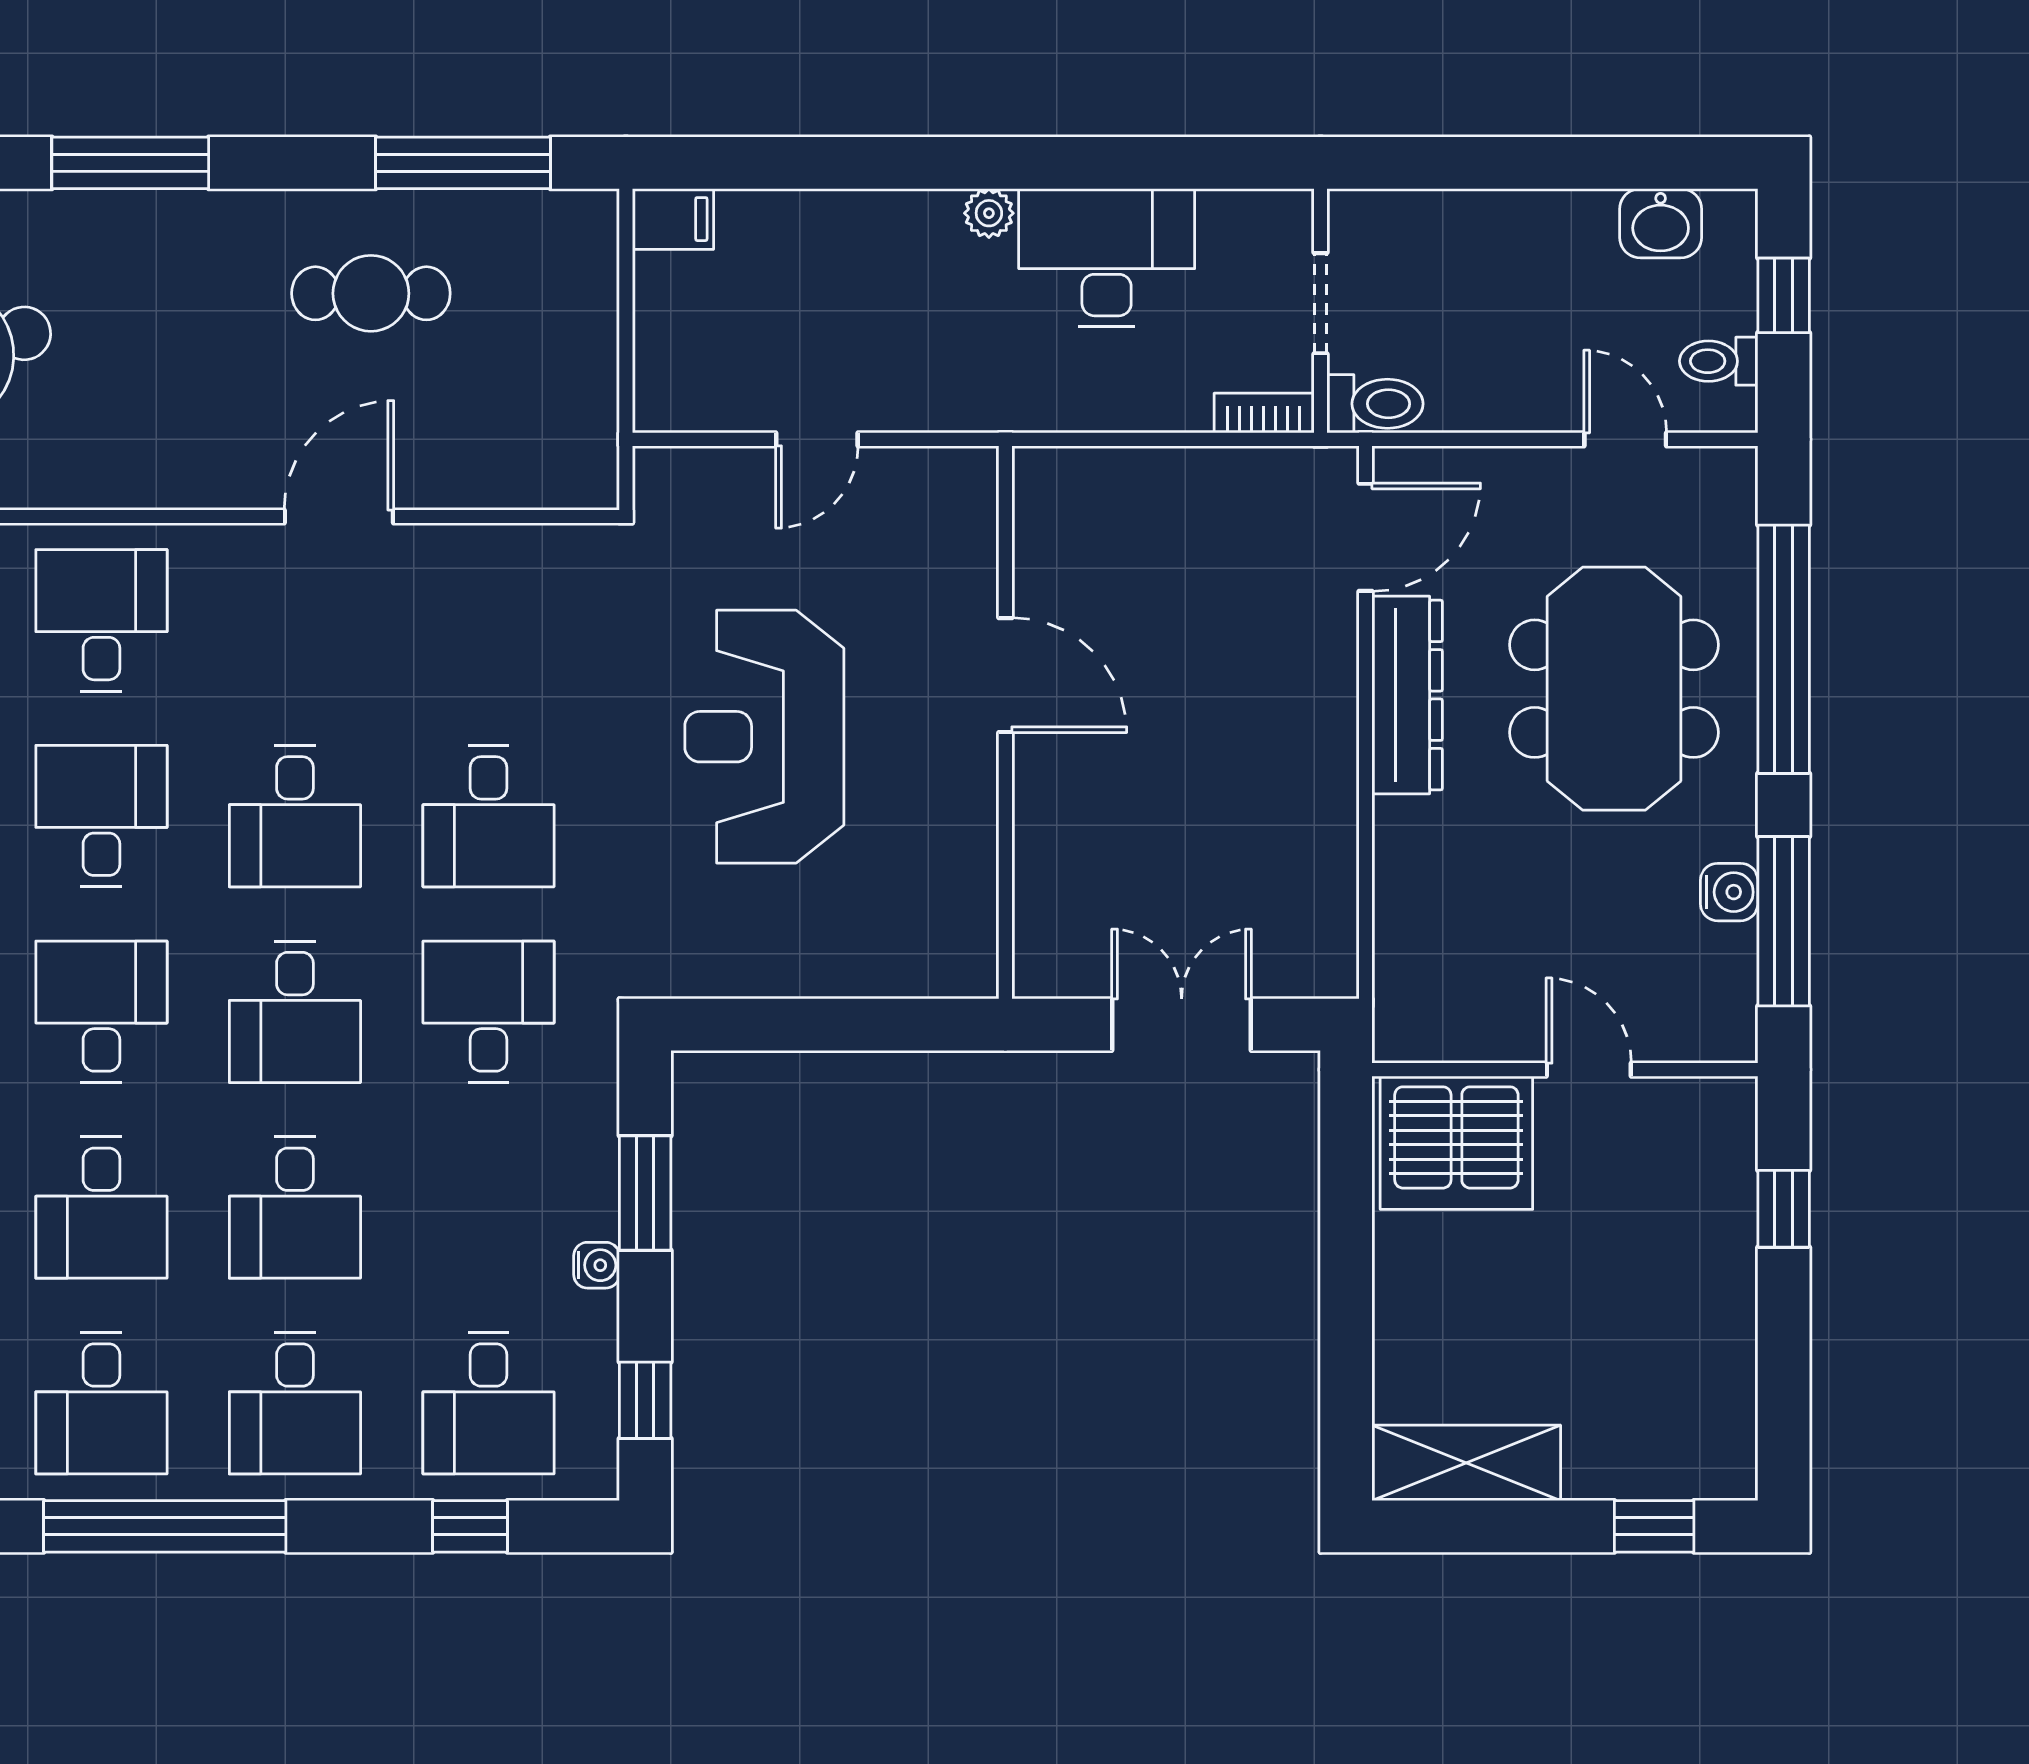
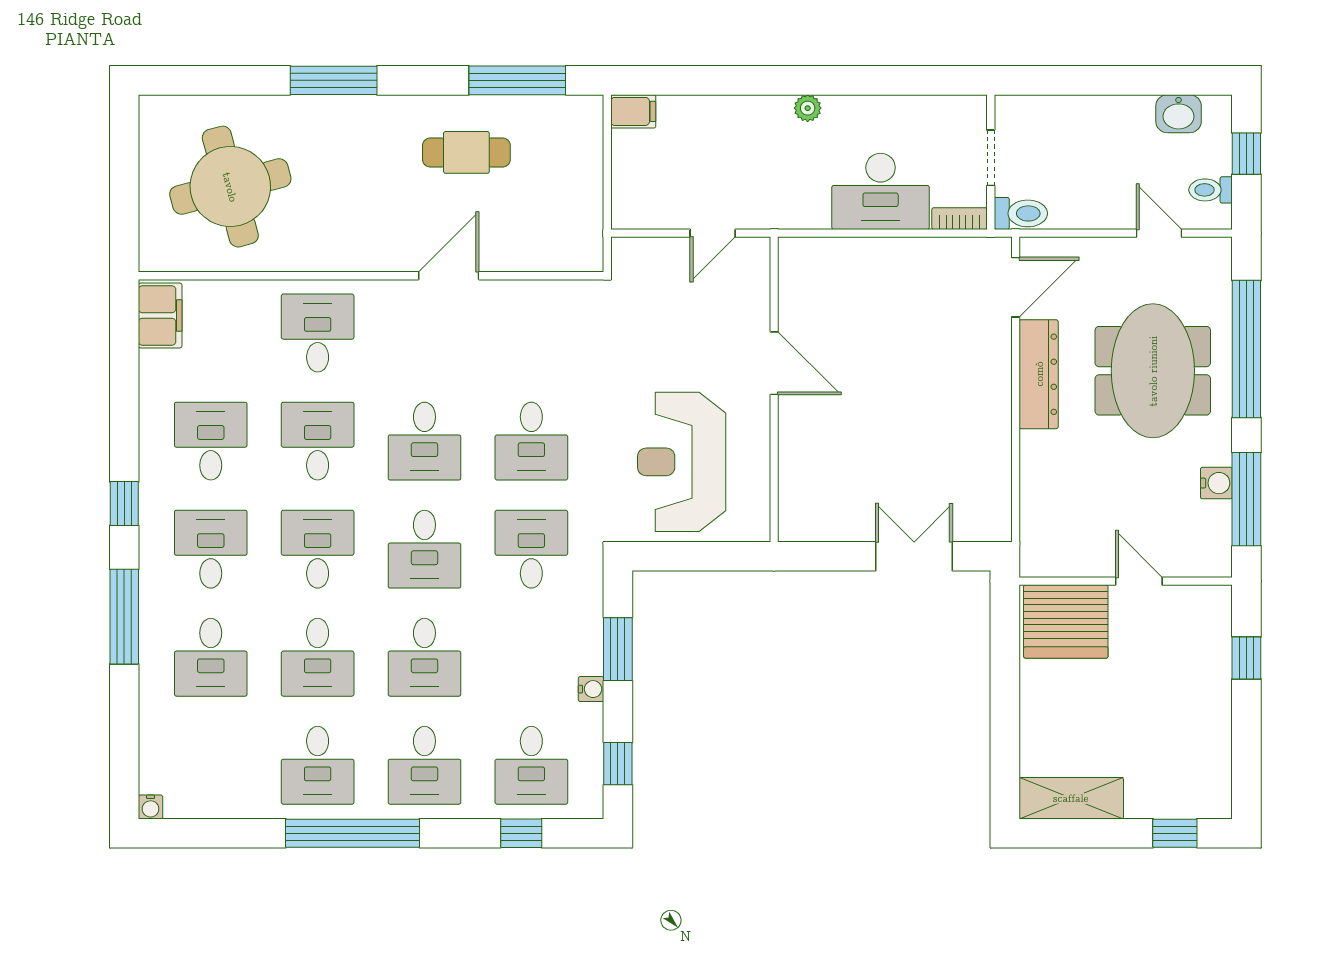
desk: (1107, 258) -> (881, 191), moved, turned 180
door: (1005, 675) -> (774, 363), moved
wall: (1005, 722) -> (774, 389), moved
reception desk: (764, 737) -> (682, 462), moved

